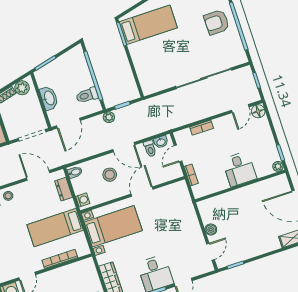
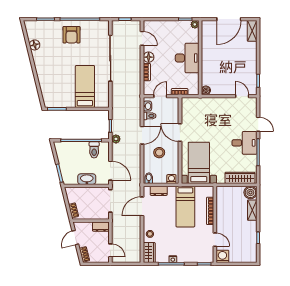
bed: (148, 25) -> (85, 86), moved
plant: (22, 88) -> (72, 197), removed
floor lamp: (258, 111) -> (149, 57), moved
door: (178, 153) -> (160, 96), swing flipped
desk: (239, 169) -> (187, 58), width x1.37
boiler: (211, 230) -> (206, 90), moved

